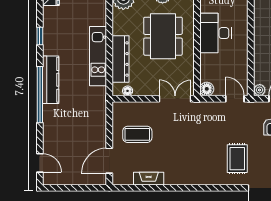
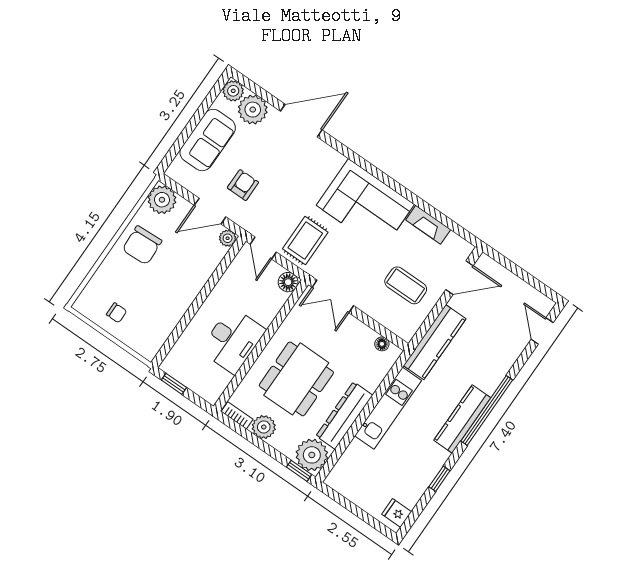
dresser: (120, 59) -> (344, 416), moved
kitchen counter: (98, 113) -> (435, 342), added
rug: (237, 159) -> (305, 241), moved
corner sofa: (193, 165) -> (365, 205), added

